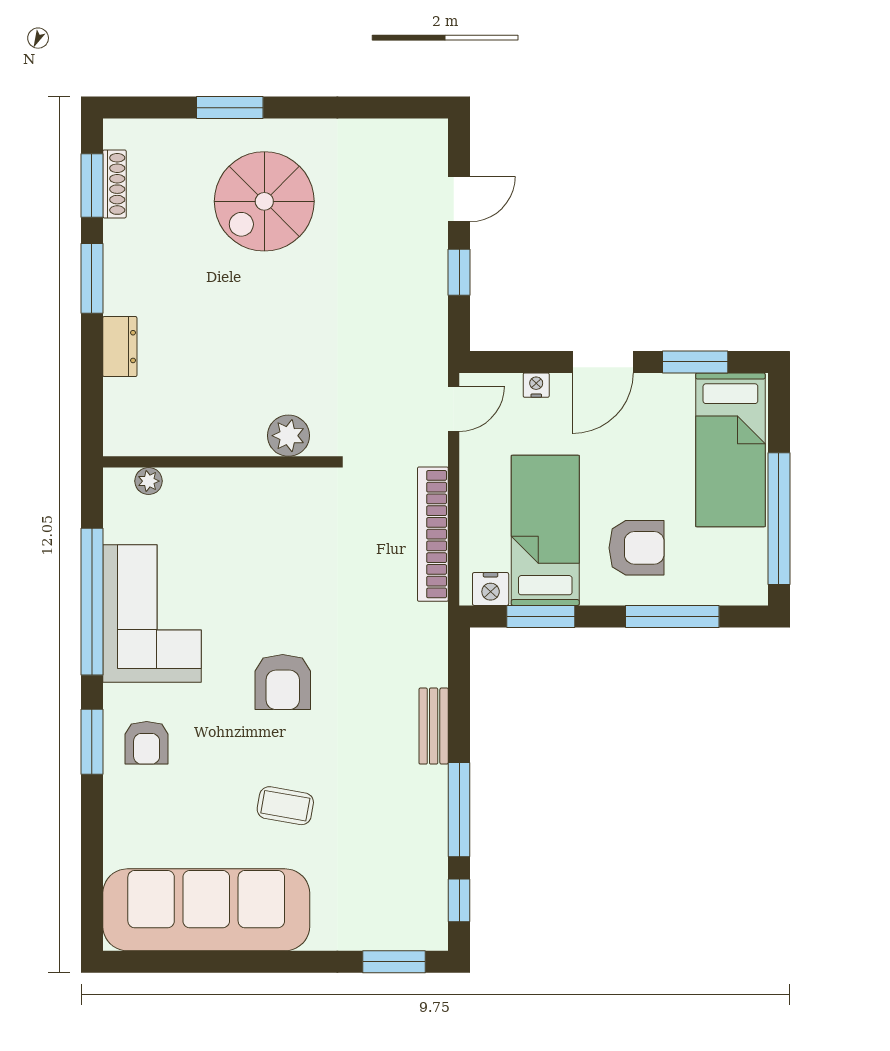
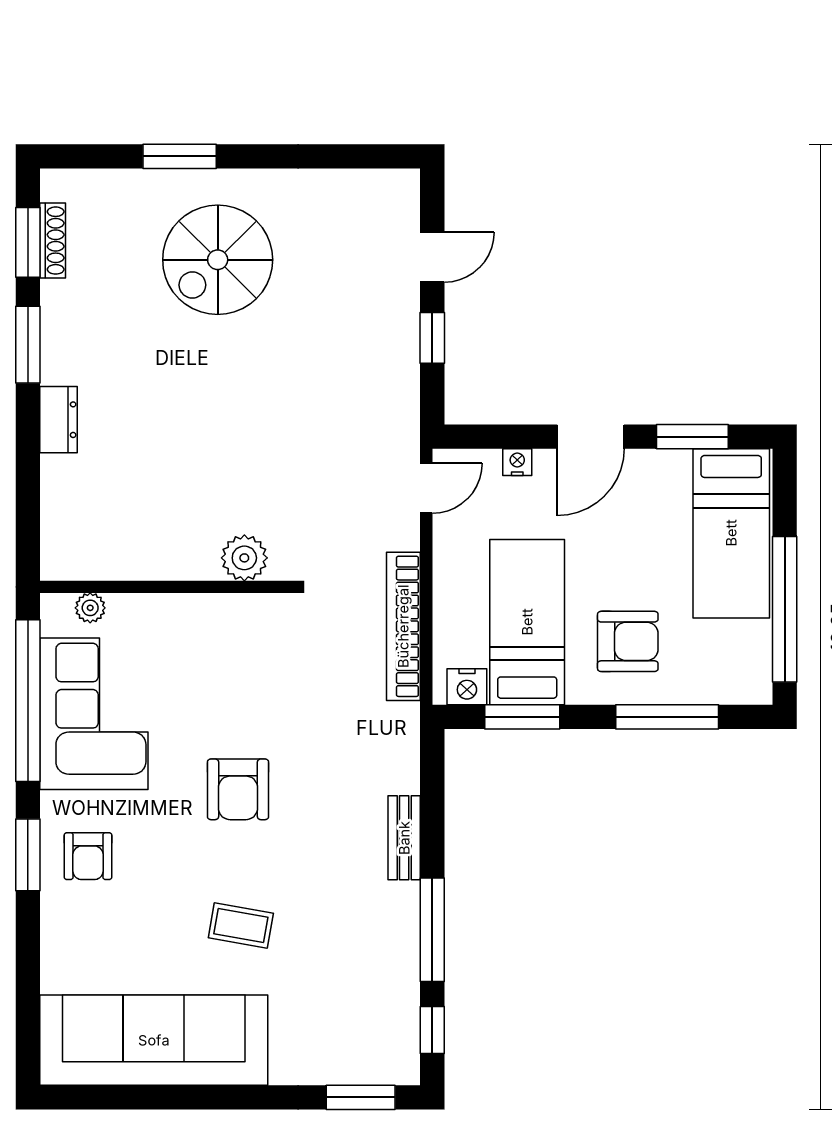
plant: (288, 436) -> (244, 558), moved
wall: (217, 462) -> (166, 587), moved
plant: (149, 481) -> (90, 608), moved

